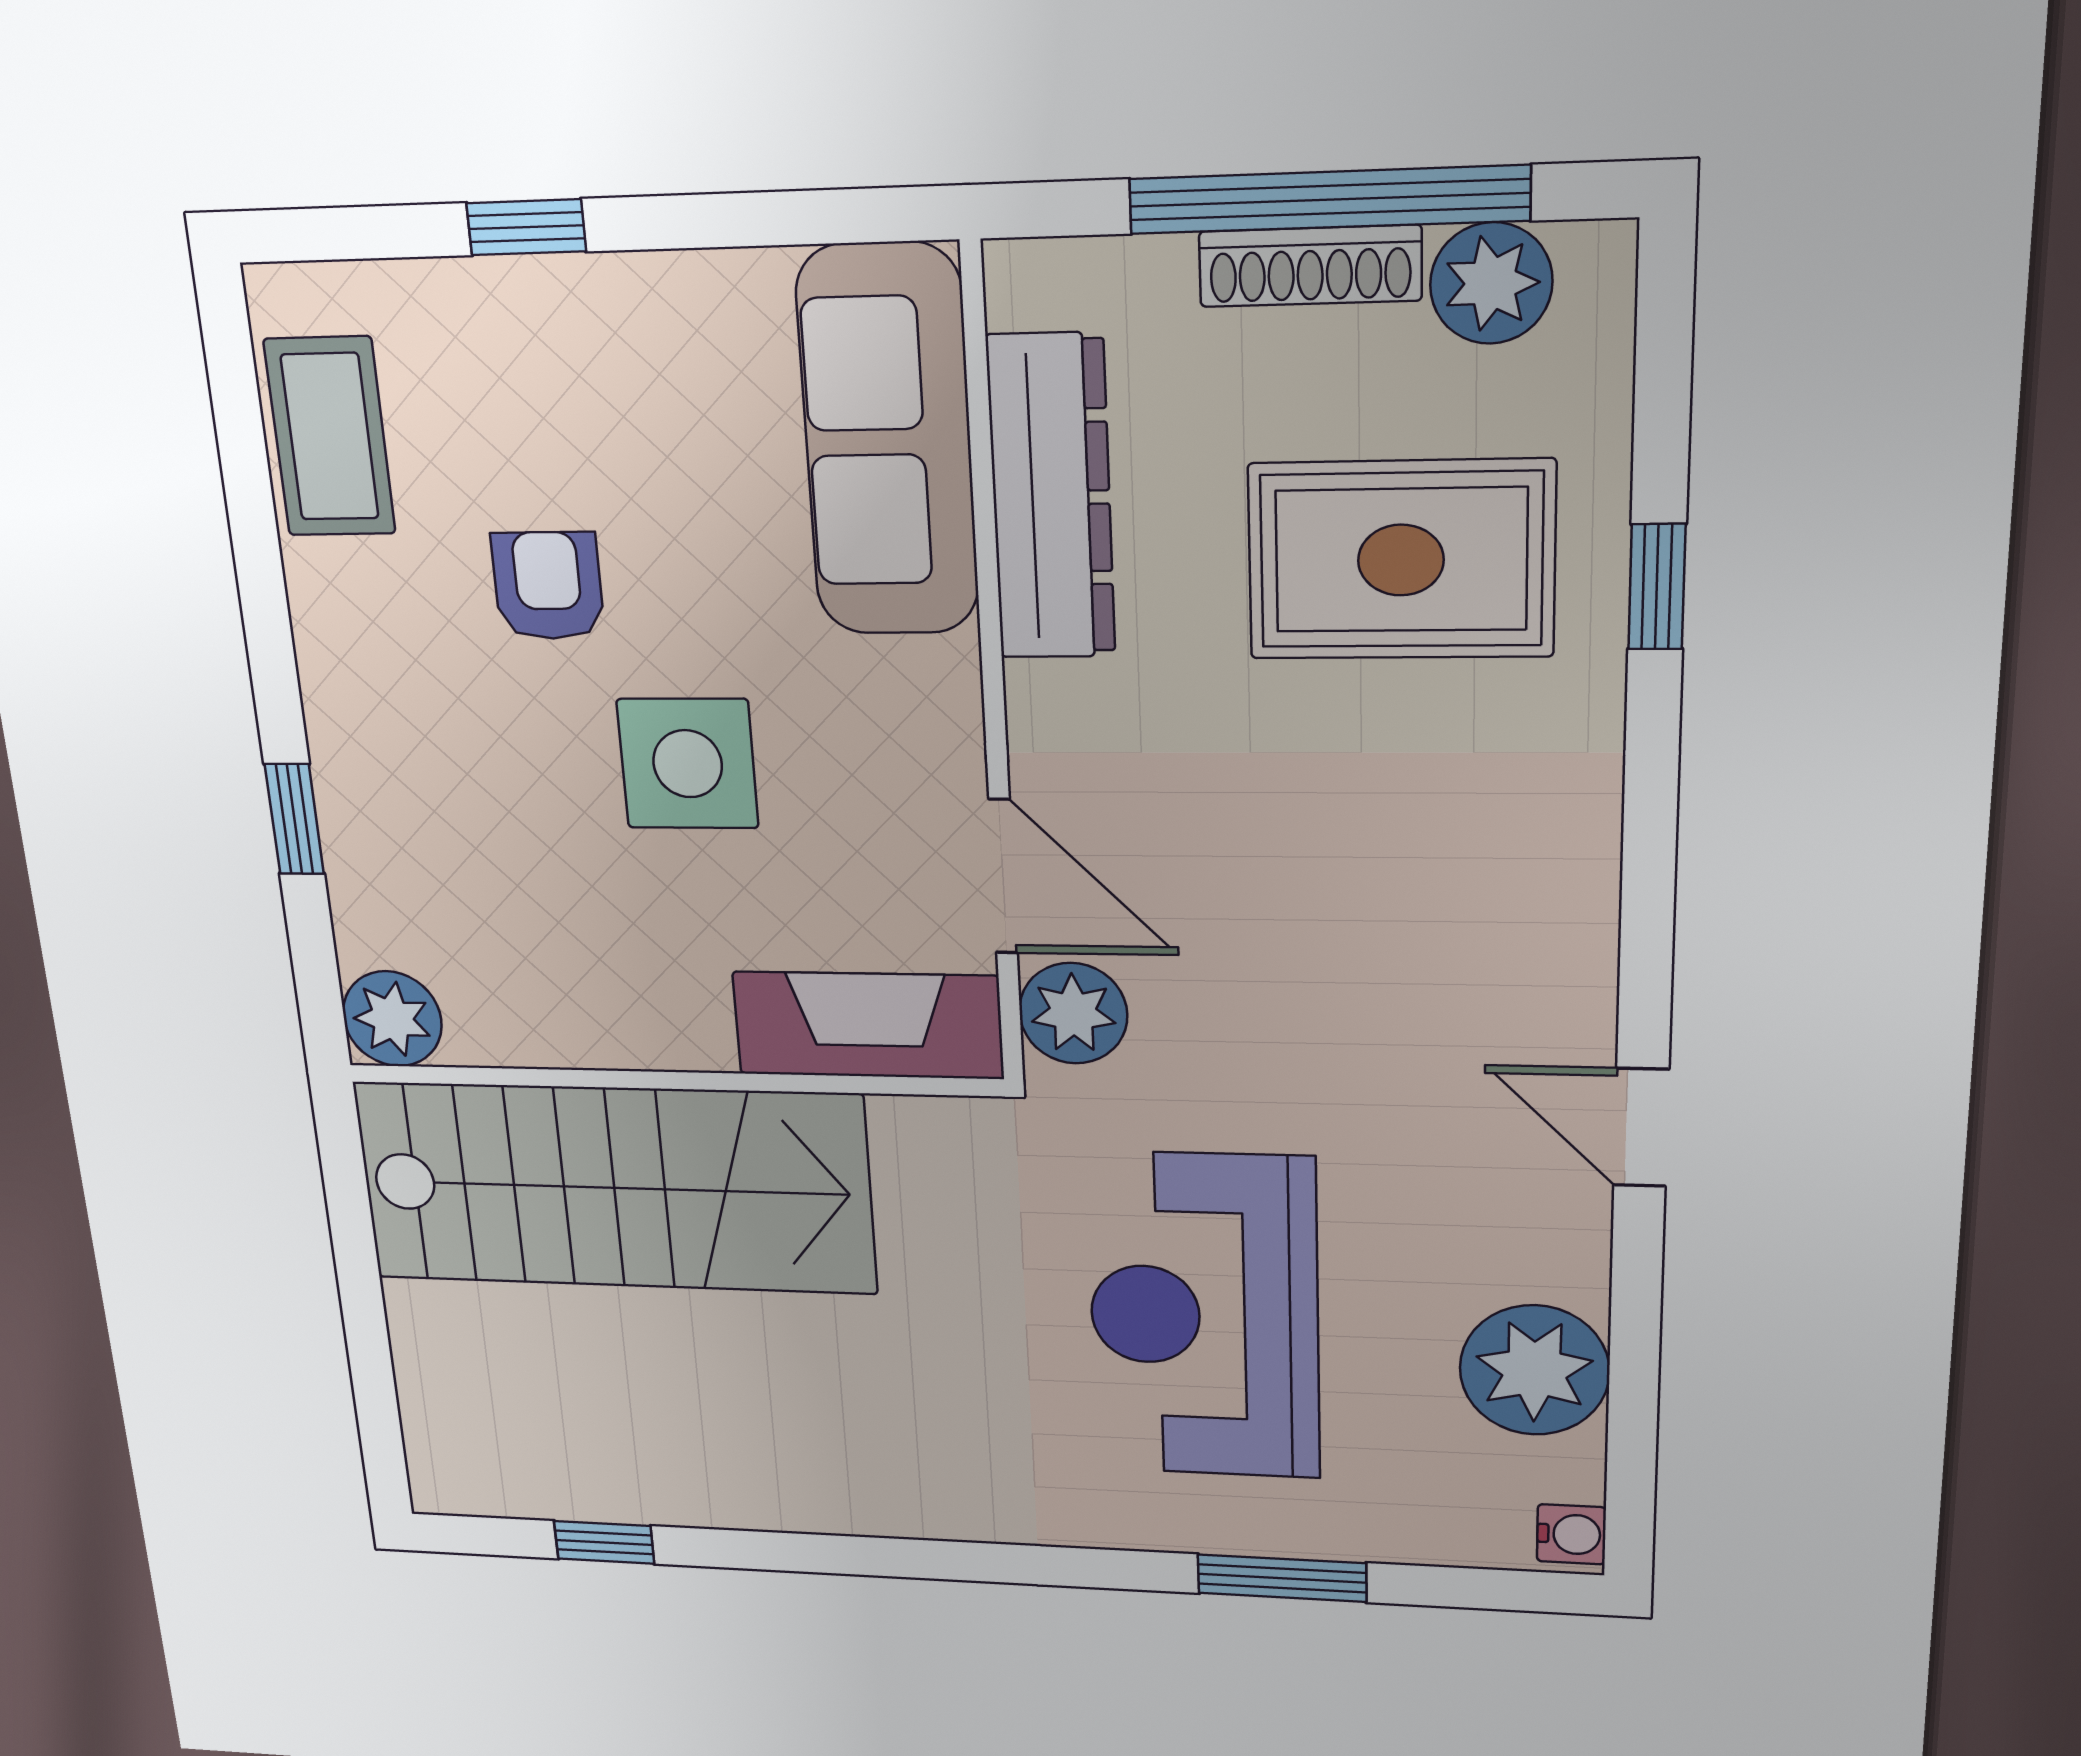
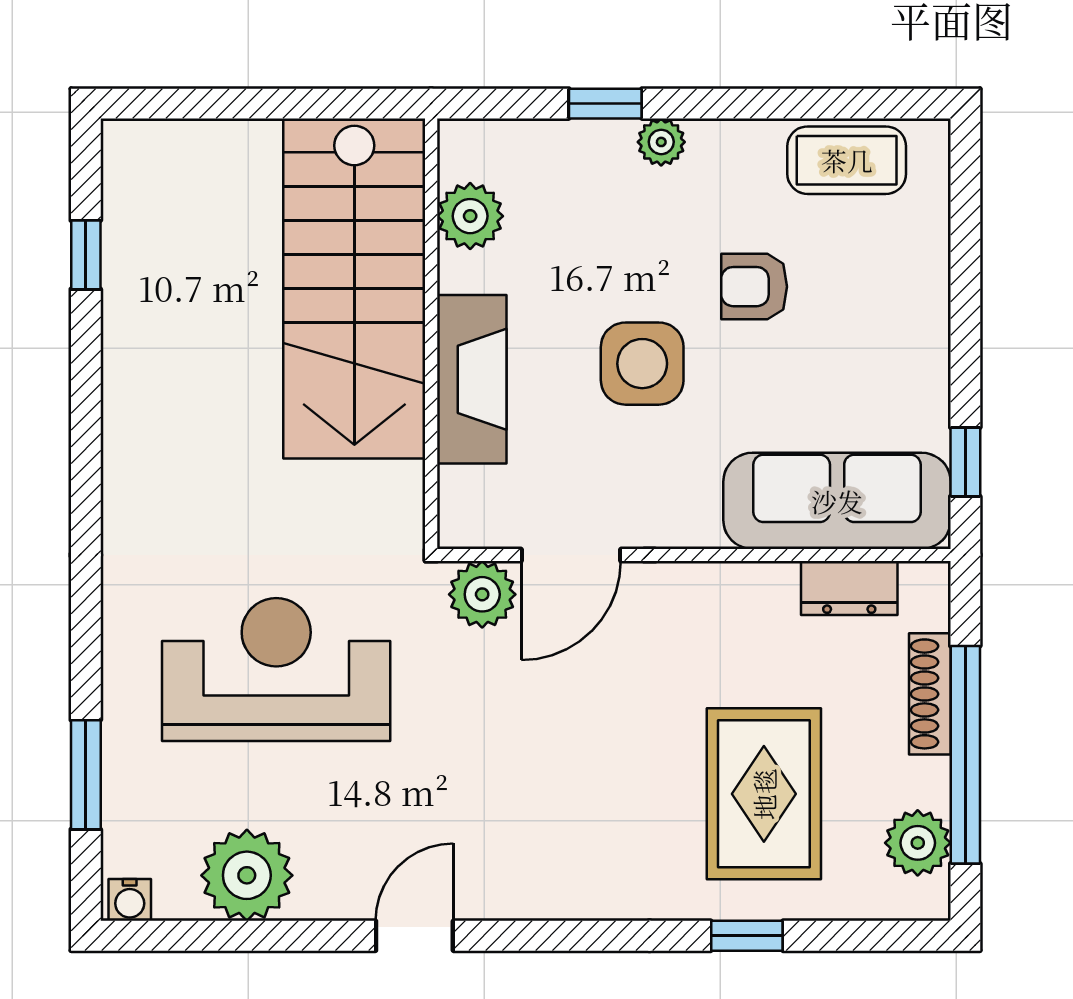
window: (526, 227) -> (965, 462), moved
shoe rack: (1310, 266) -> (930, 694), moved
dresser: (1051, 498) -> (849, 588), width x0.51, depth x0.80
armchair: (548, 586) -> (754, 287), turned 180
plant: (341, 734) -> (661, 142), added
plant: (392, 1019) -> (470, 216), moved
fireplace: (868, 1025) -> (472, 379), moved
window: (1282, 1578) -> (86, 775), moved

